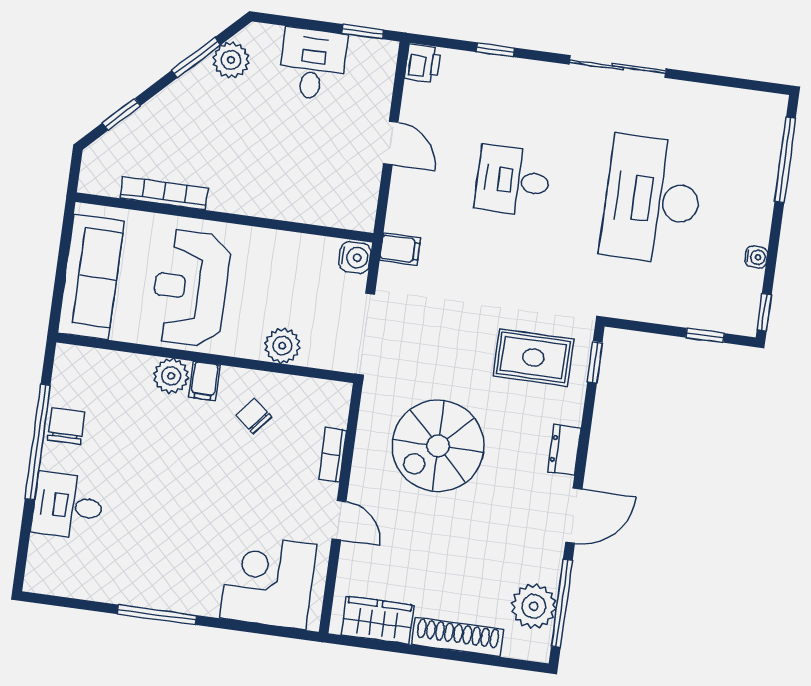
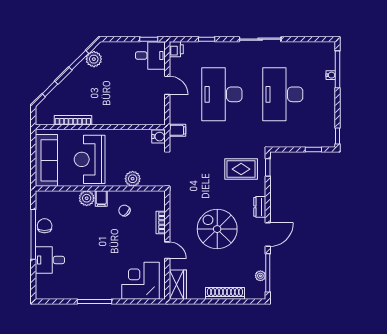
desk: (313, 64) -> (150, 56), moved, turned 90
desk: (513, 181) -> (222, 94), width x1.87, depth x1.30
water cooler: (756, 257) -> (331, 75), moved
spiral stairs: (438, 446) -> (217, 229), moved, turned 90
plant: (534, 606) -> (260, 276), width x0.53, depth x0.53
wardrobe: (378, 620) -> (178, 285), moved, turned 90

